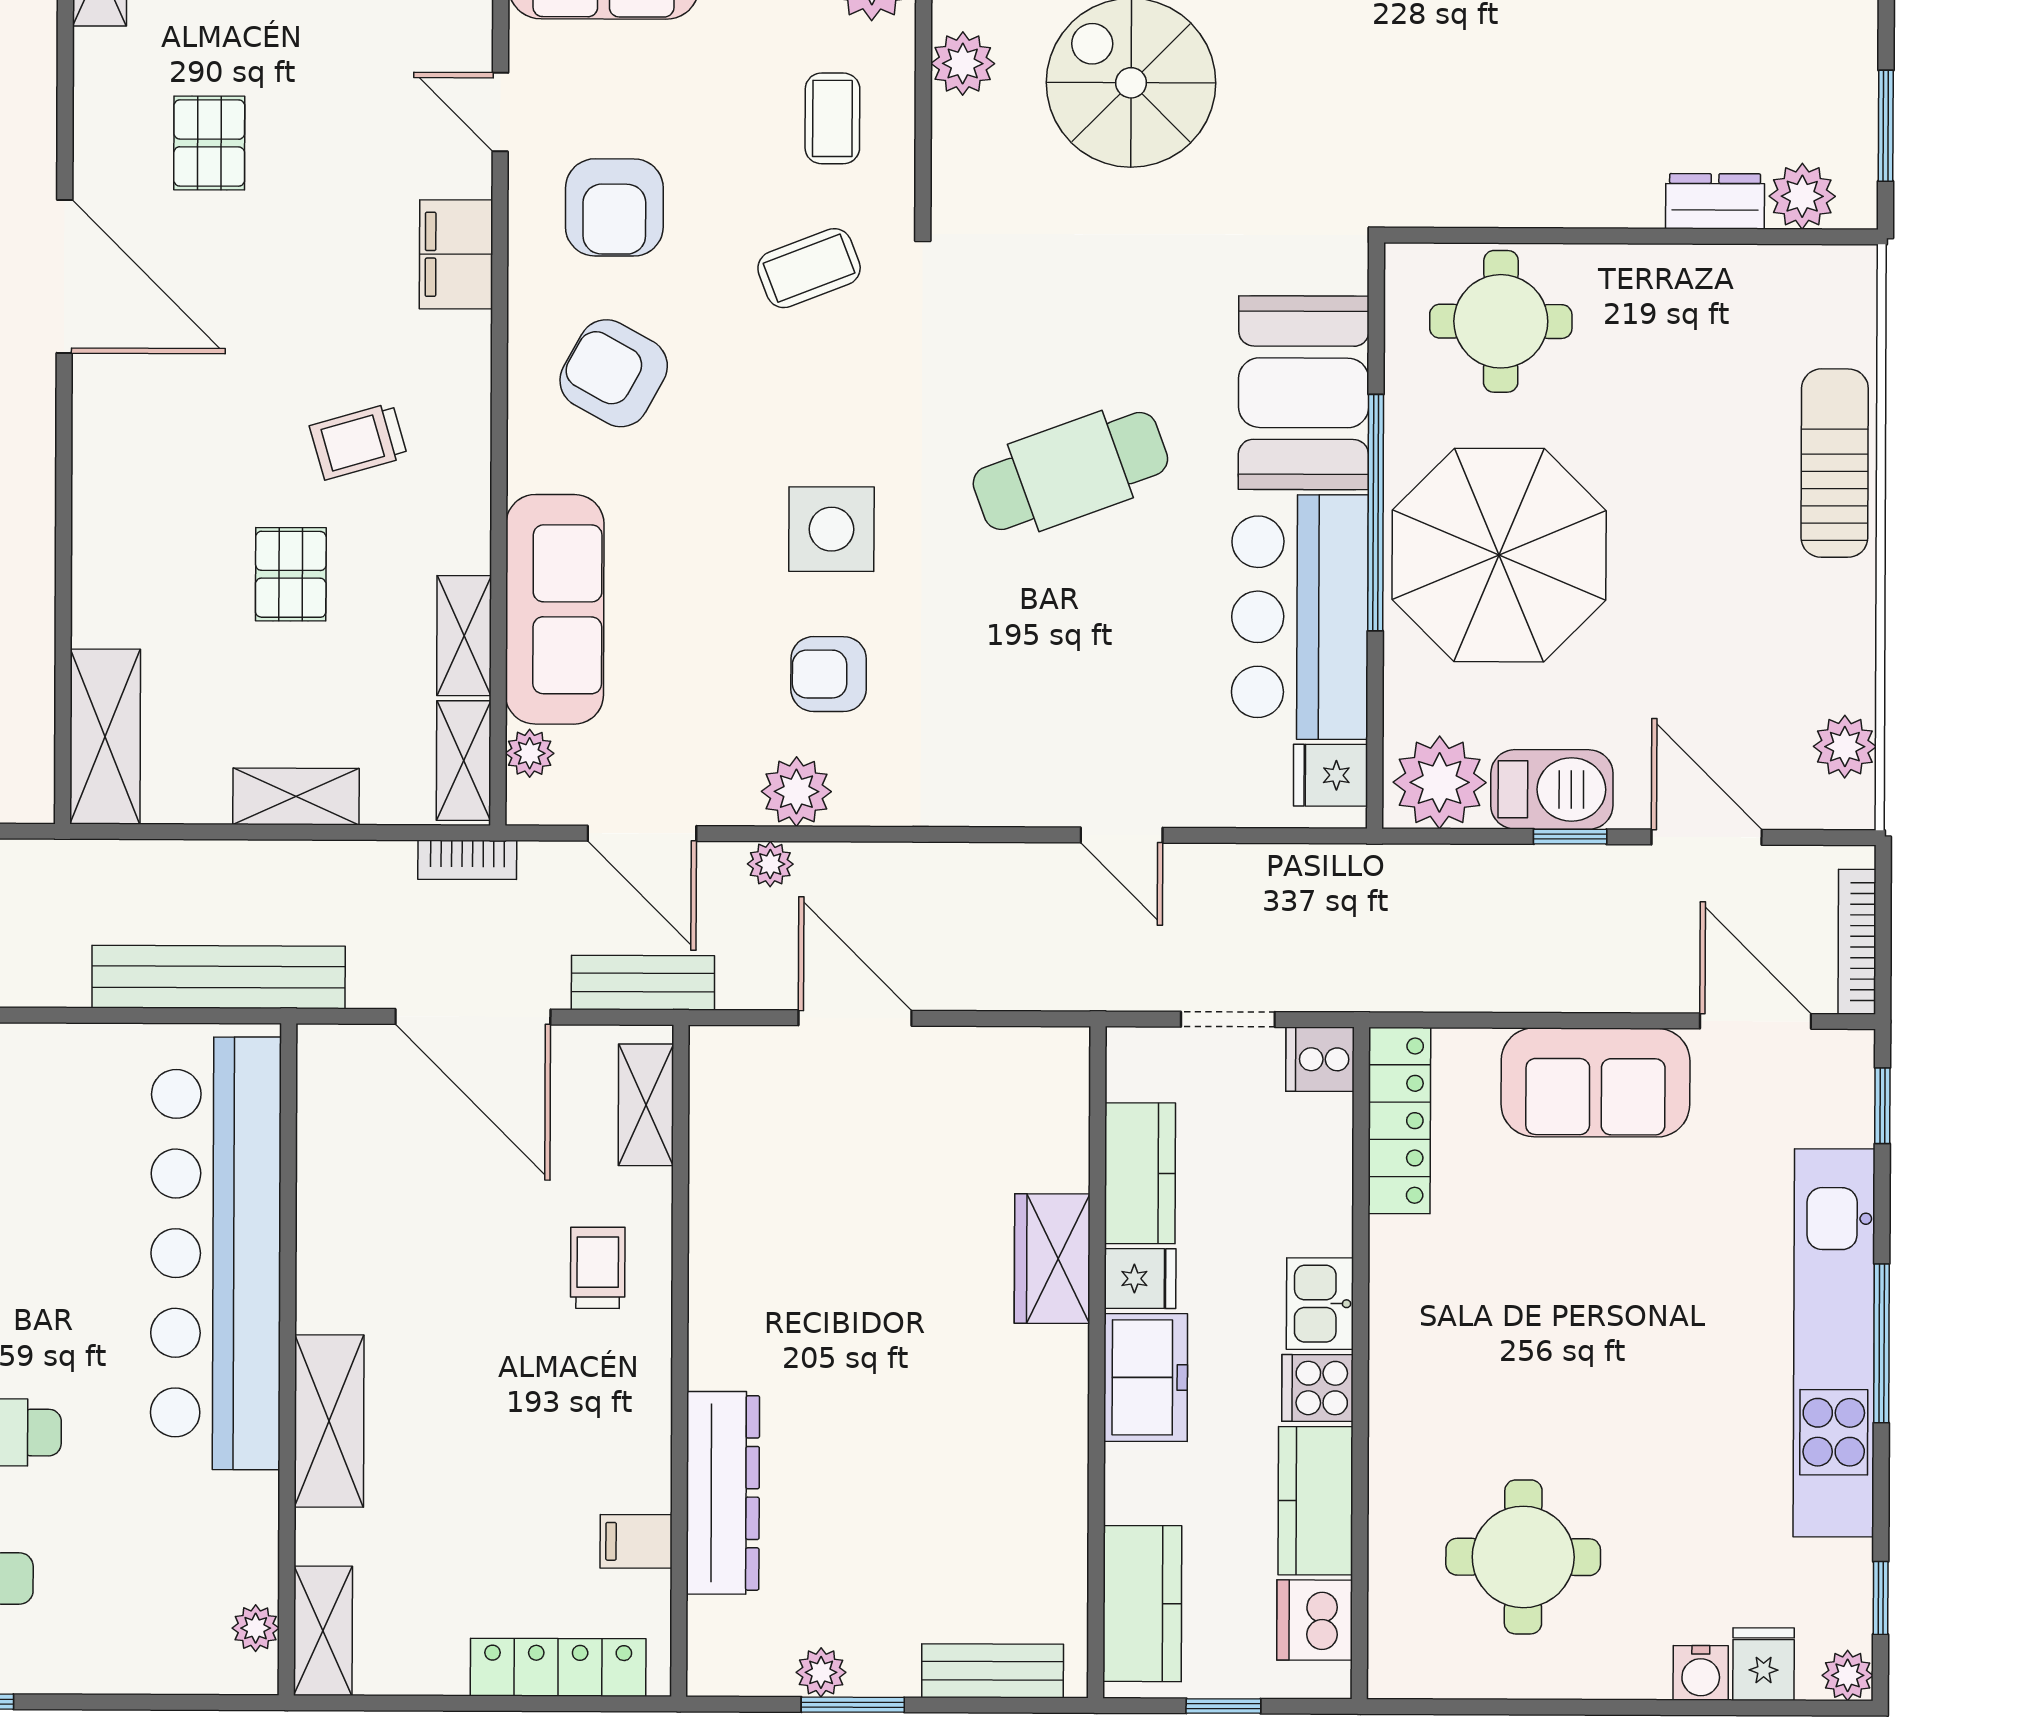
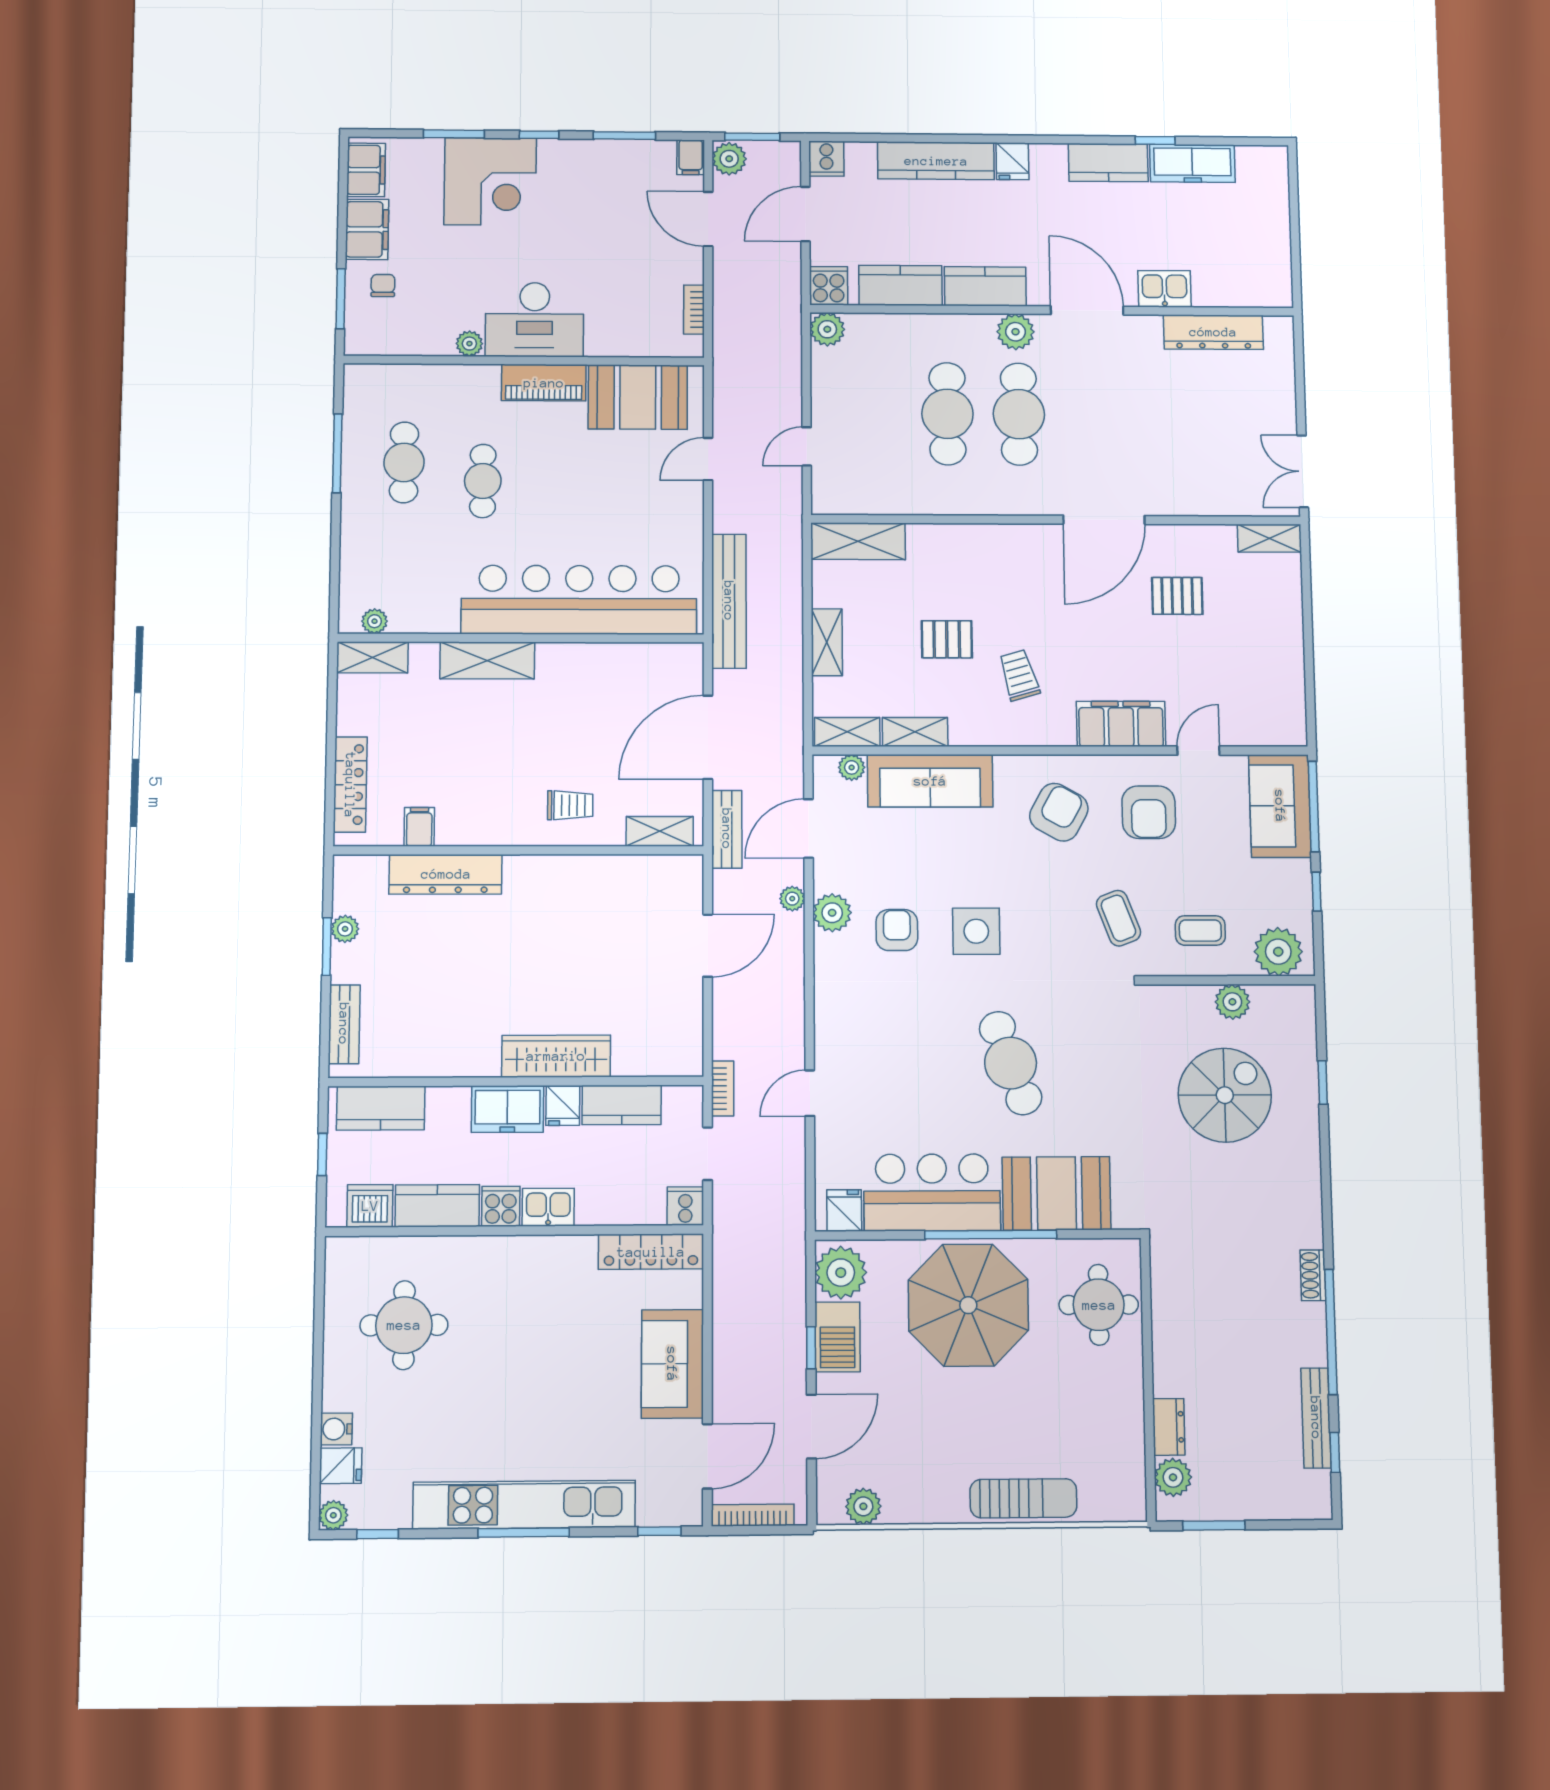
armchair: (614, 207) -> (1149, 812), turned -90
filing cabinet: (456, 254) -> (1121, 724), width x1.50, depth x1.17
bookcase: (467, 860) -> (723, 1089), moved, turned 180
wardrobe: (1052, 1259) -> (556, 1056), width x1.50

